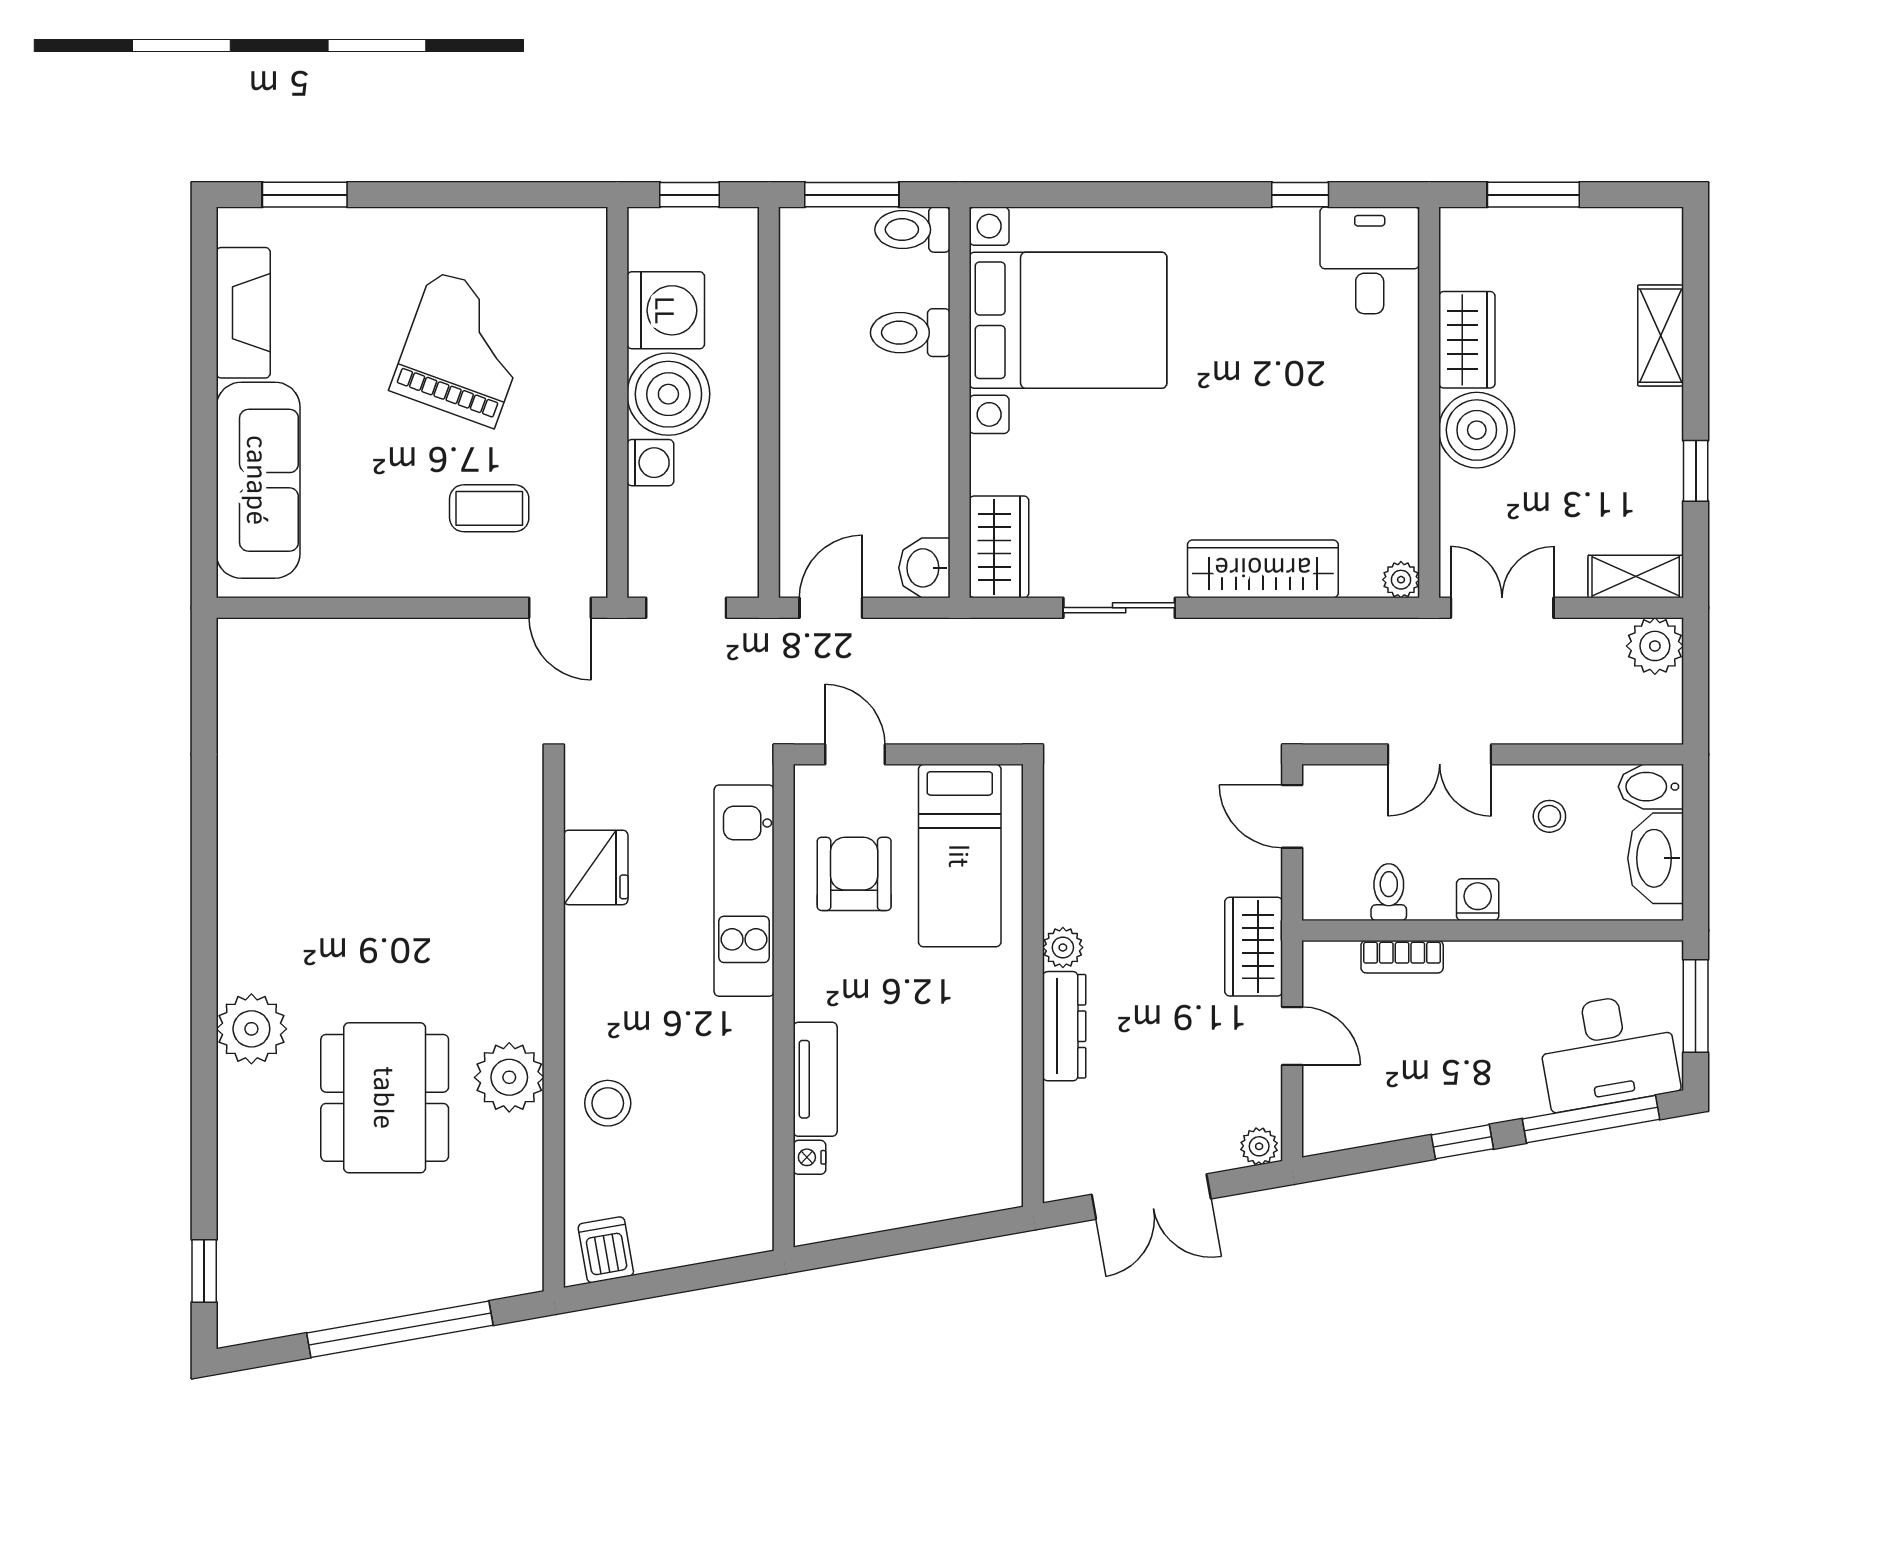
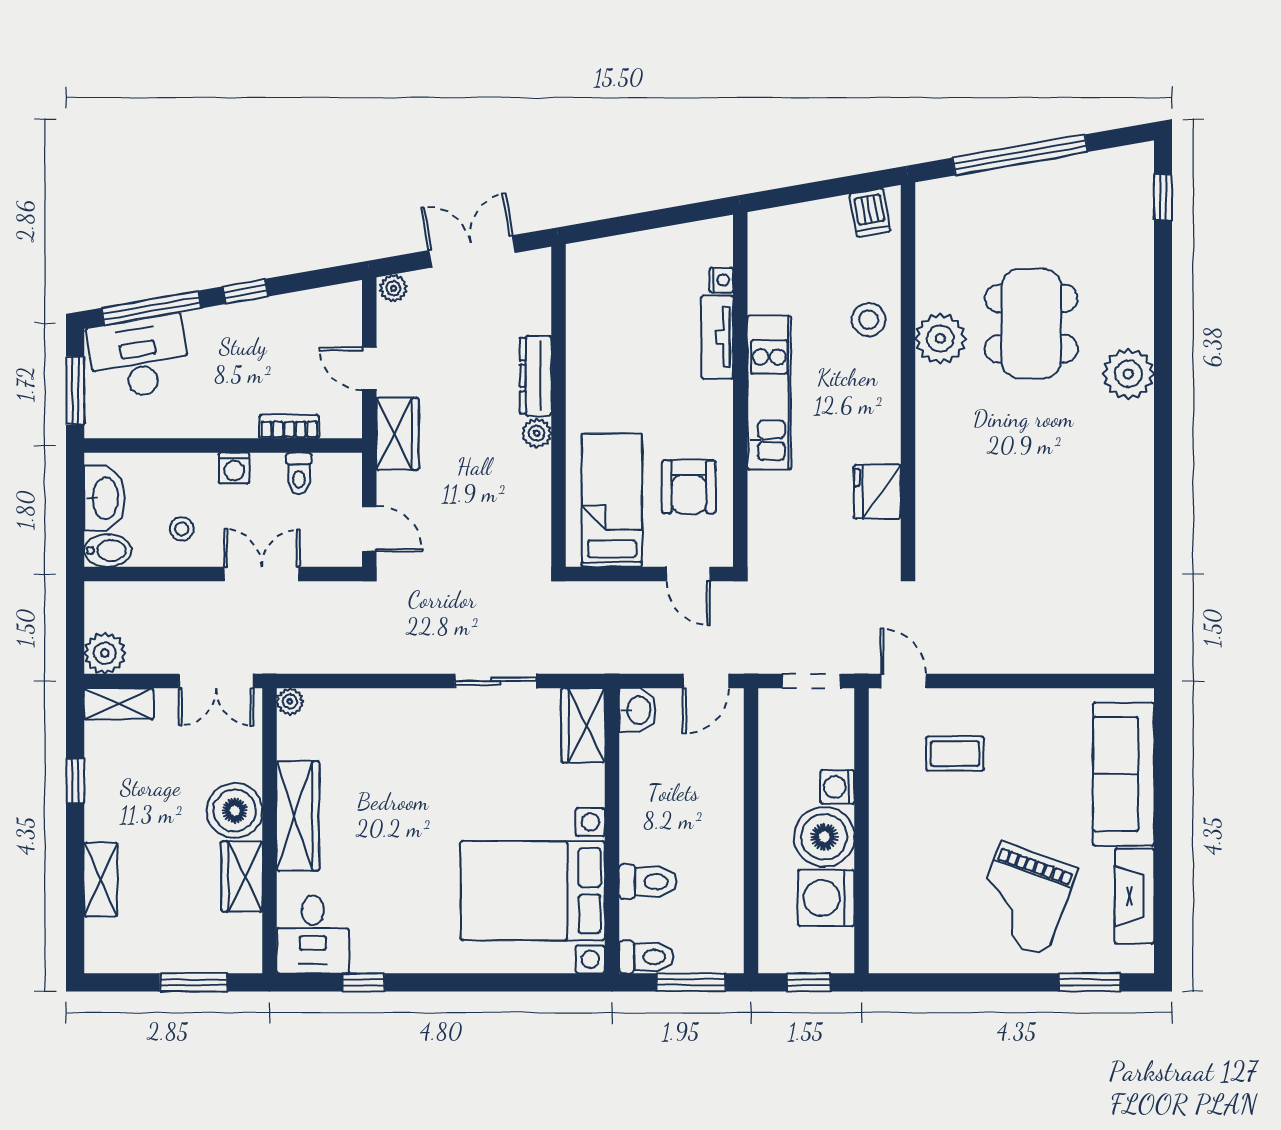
grand piano: (464, 349) -> (1023, 899), moved
wardrobe: (1263, 569) -> (298, 816), moved, turned -90
kitchen unit: (744, 891) -> (769, 392), moved

